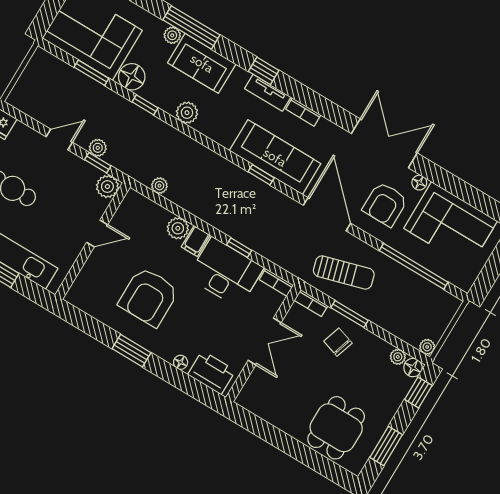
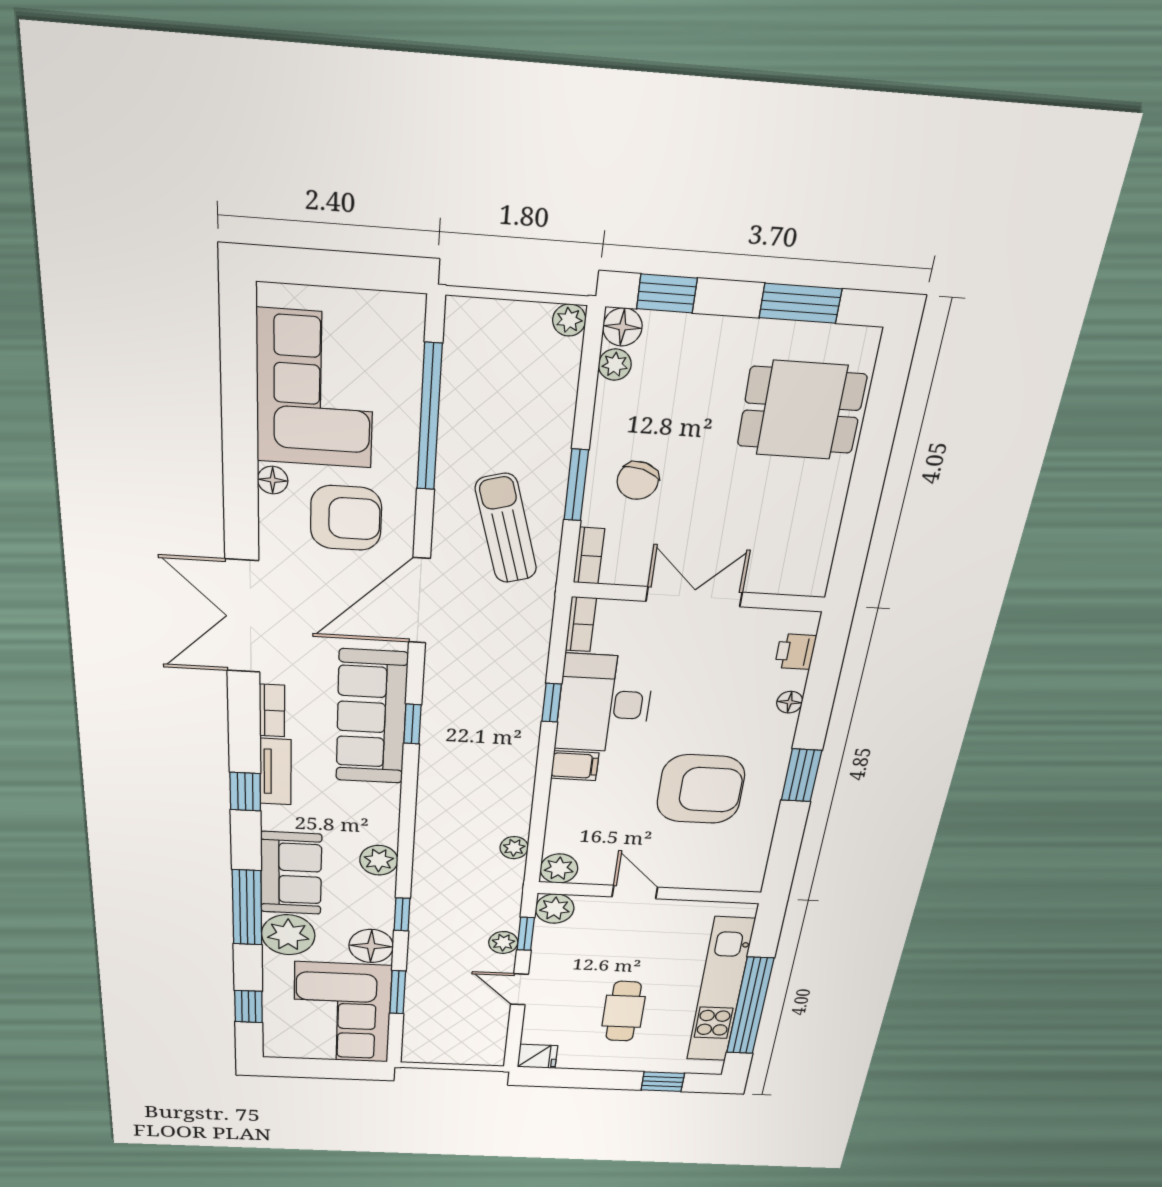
plant: (172, 35) -> (288, 935), width x1.88, depth x1.88
double door: (384, 143) -> (243, 617), moved
plant: (178, 228) -> (559, 869), moved
printer: (212, 373) -> (795, 652), width x0.53, depth x0.68

